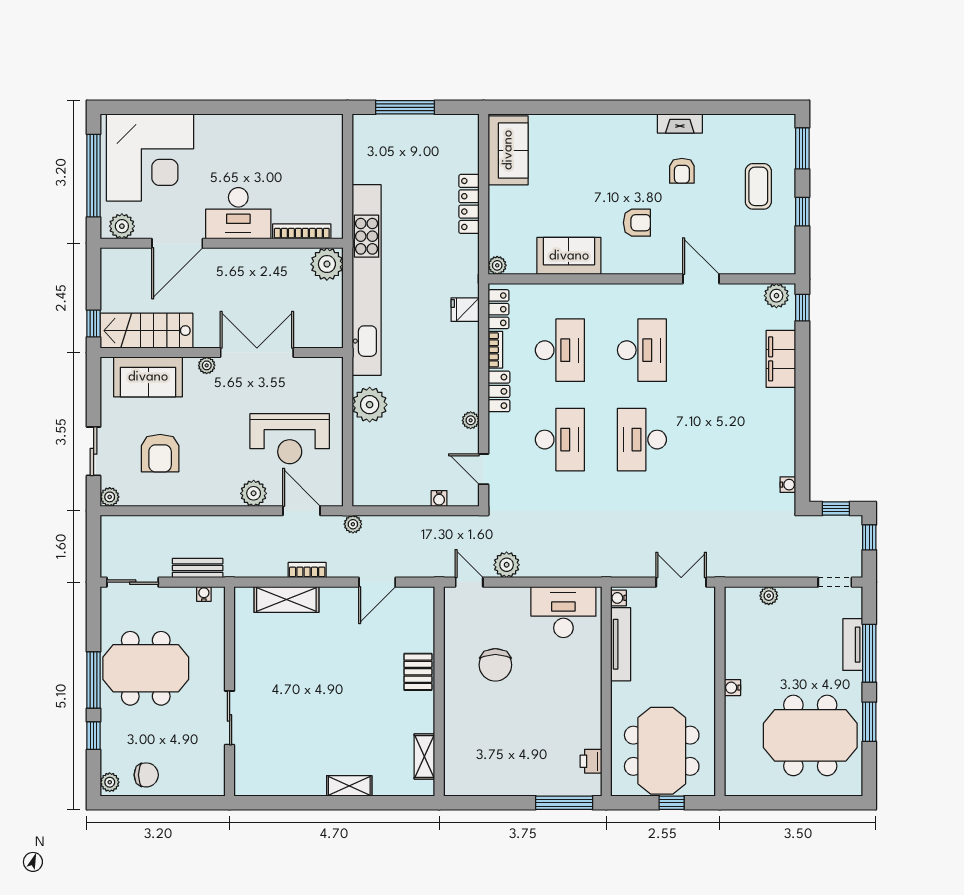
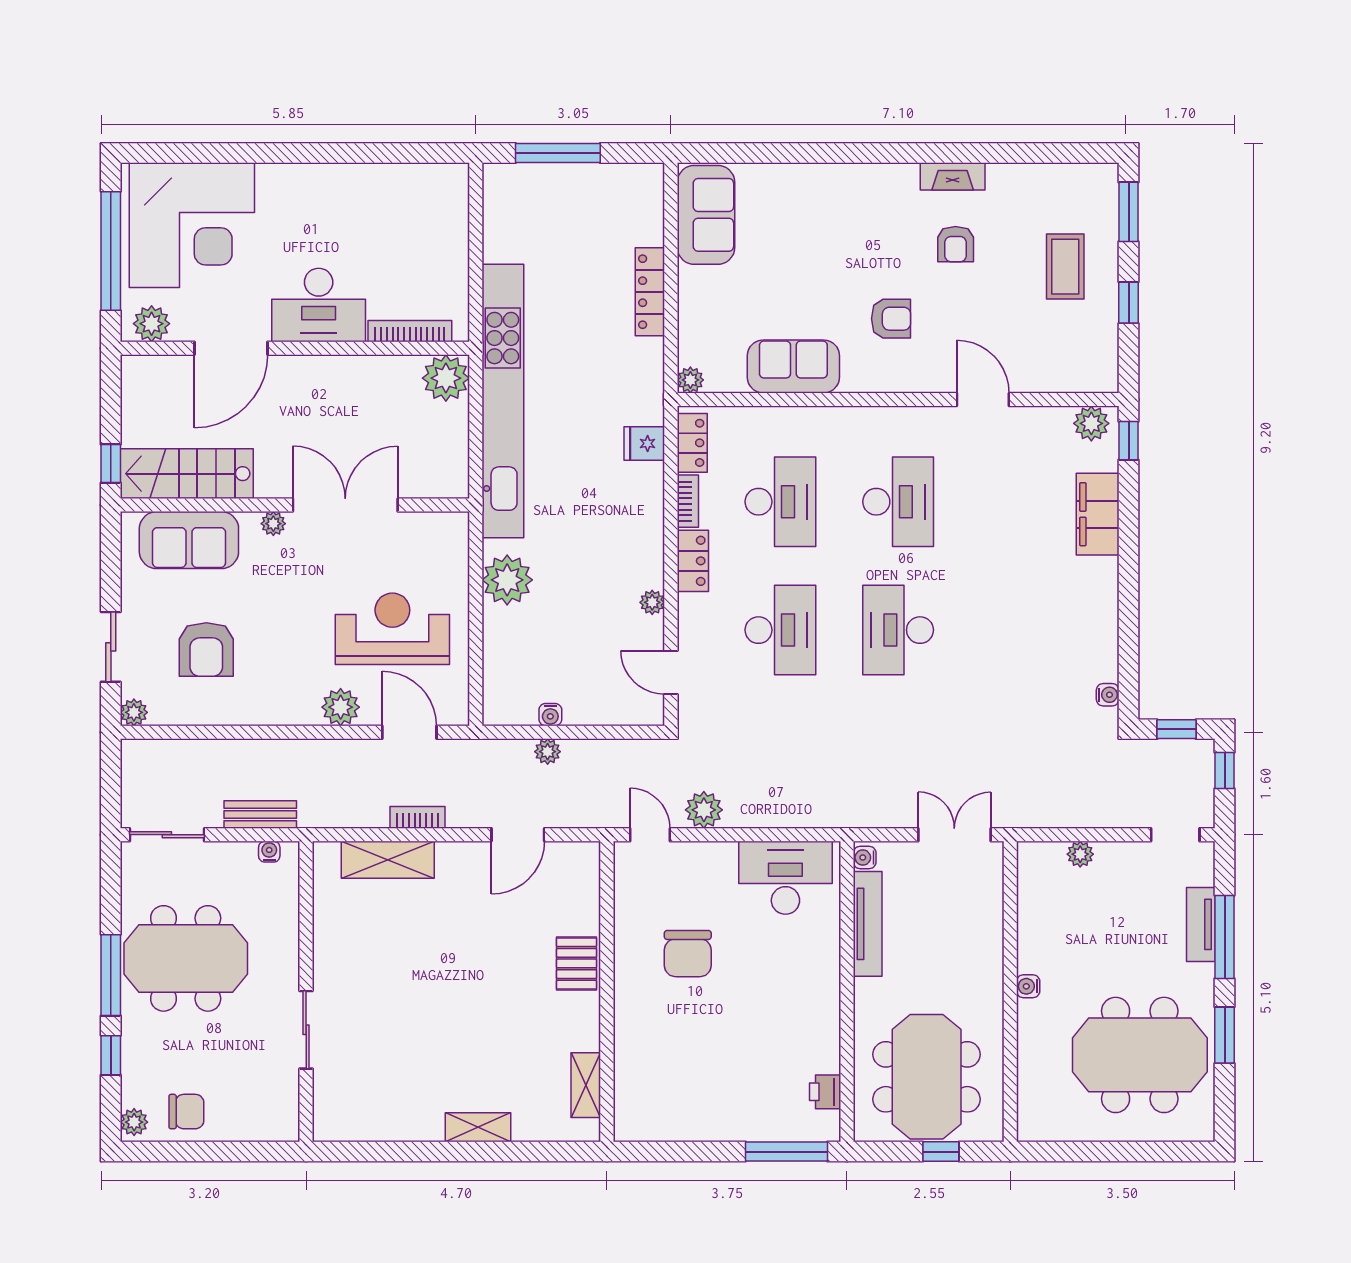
reception desk: (290, 439) -> (392, 629), turned 180
water cooler: (439, 498) -> (550, 715), moved
plant: (353, 524) -> (548, 752), moved

